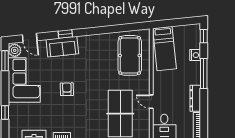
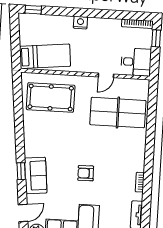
nightstand: (195, 55) -> (80, 23), moved
window: (204, 73) -> (77, 12), removed
dresser: (195, 98) -> (105, 24), removed

